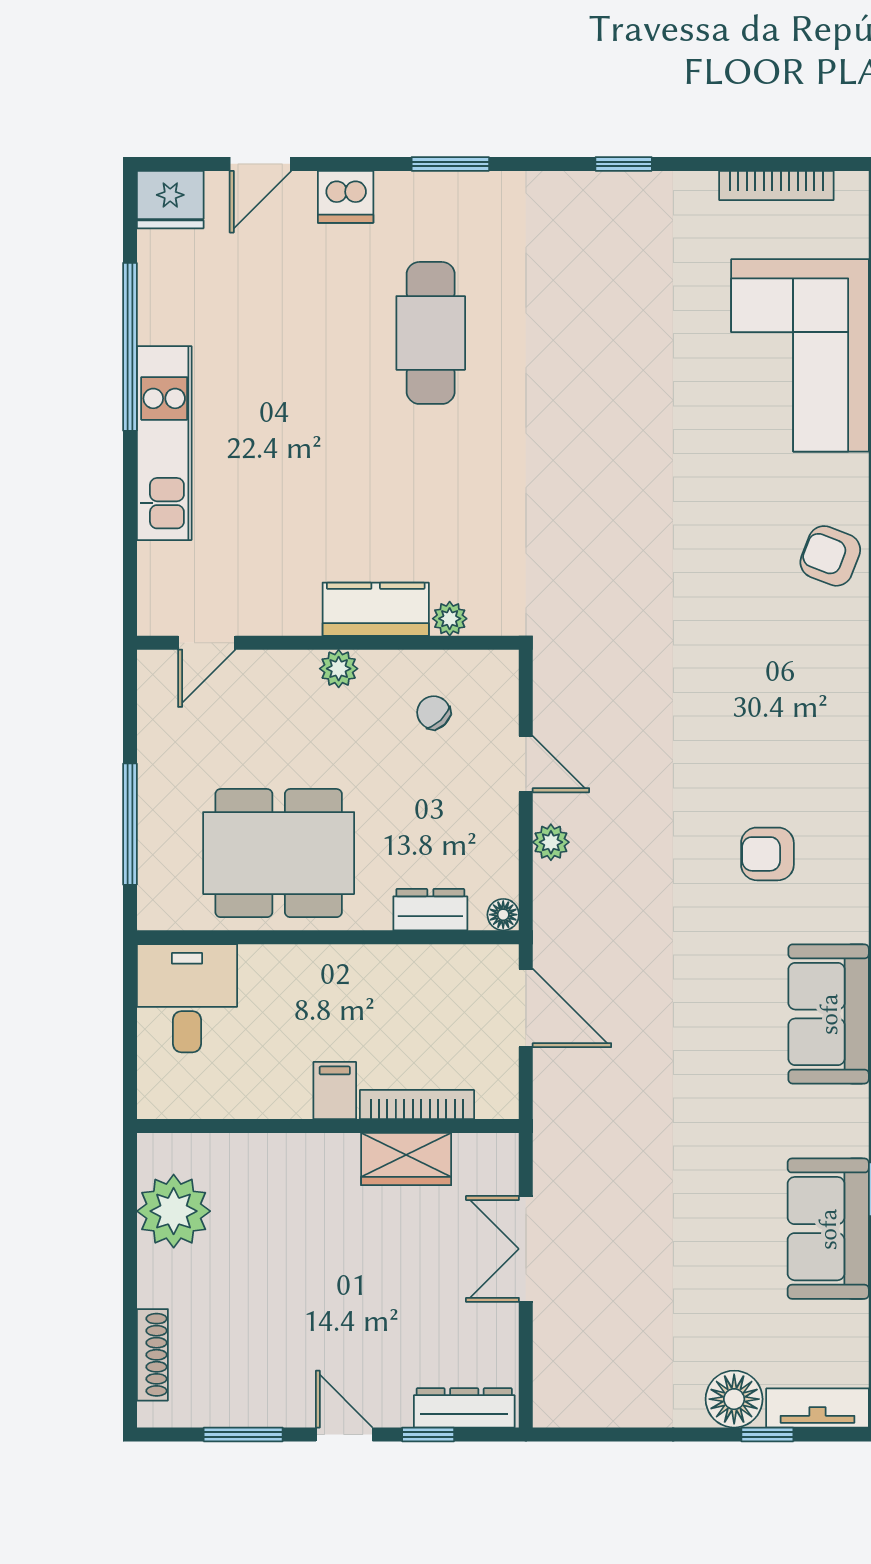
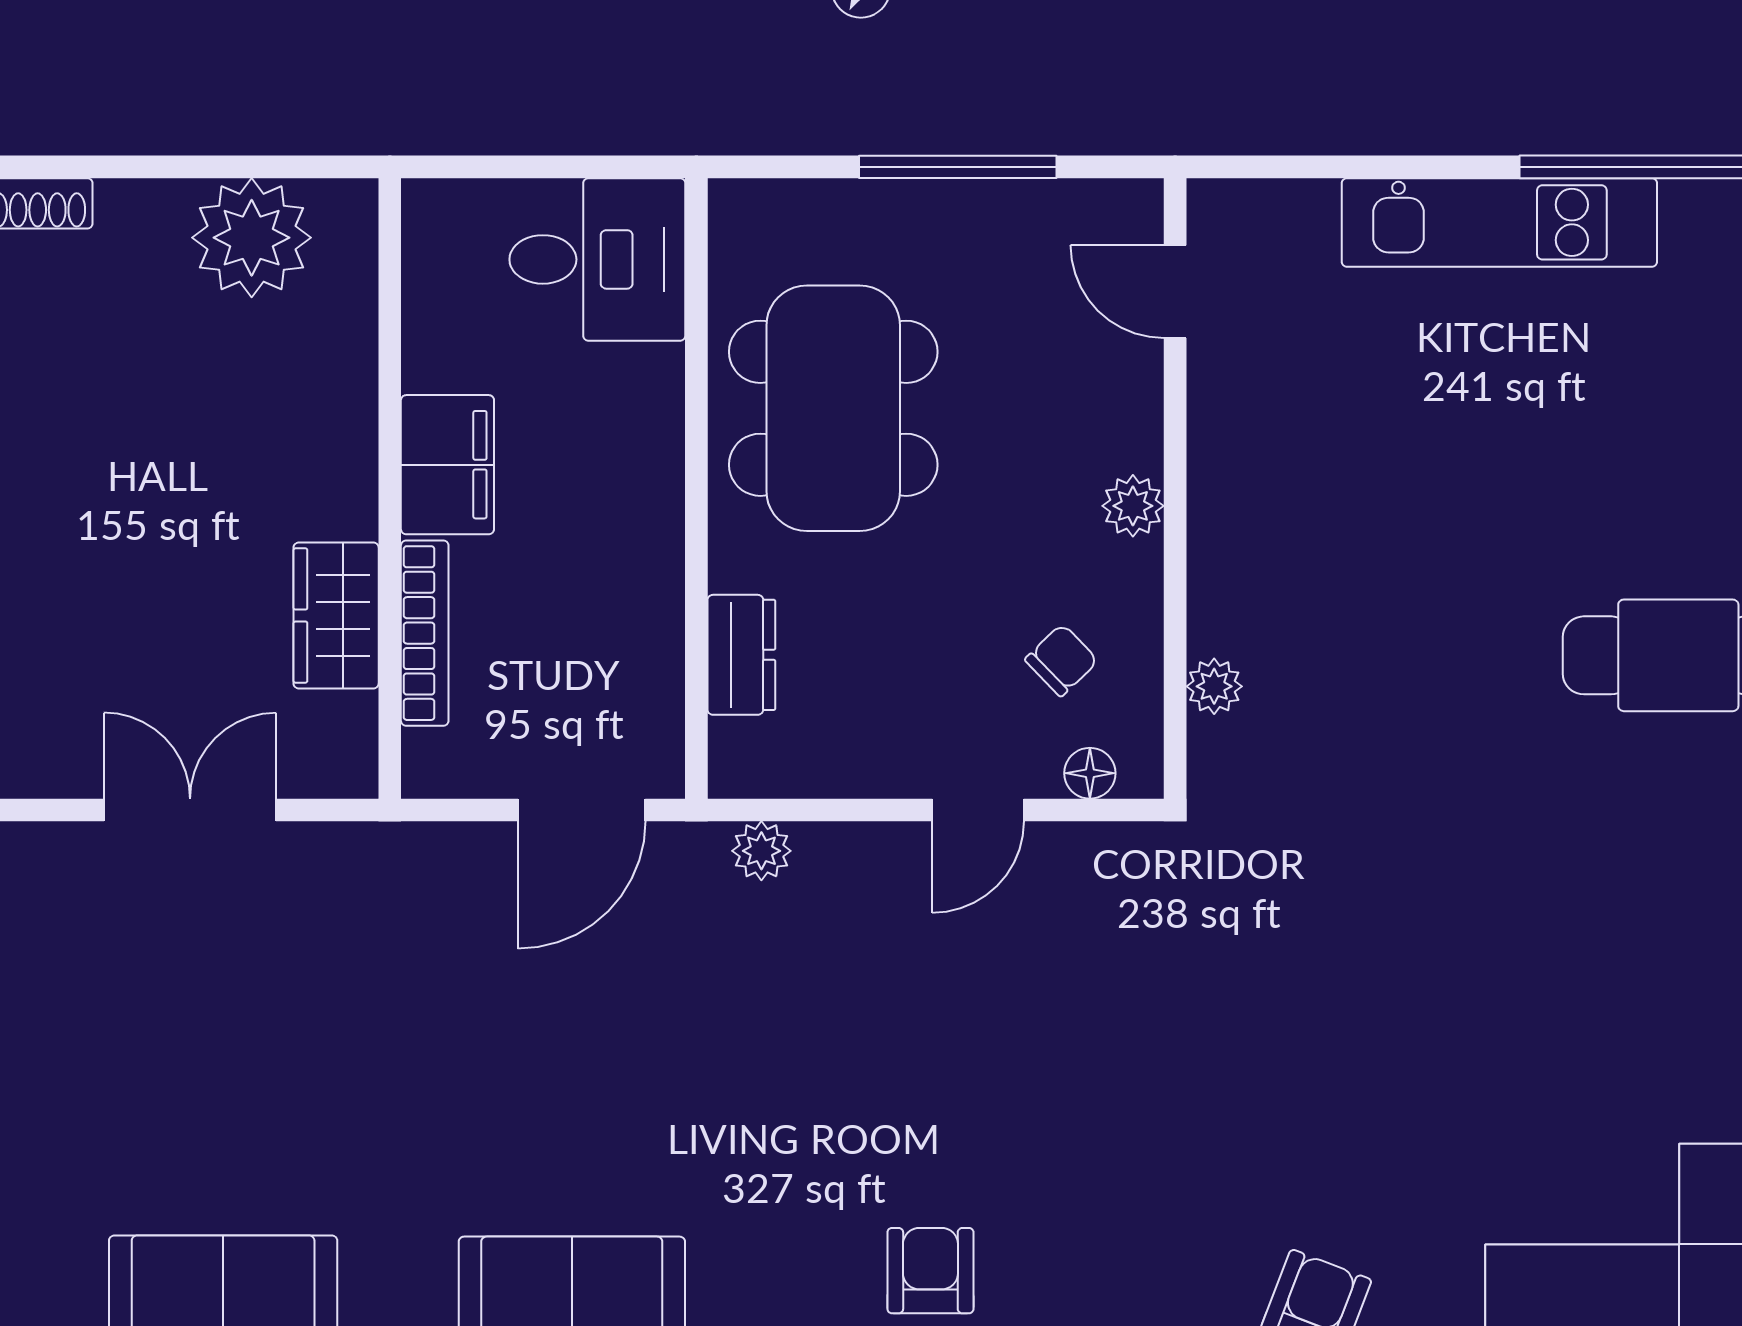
kitchen counter: (376, 609) -> (1229, 566), removed
window: (130, 824) -> (958, 167), moved
plant: (551, 842) -> (761, 851), moved
armchair: (767, 854) -> (930, 1271), moved
floor lamp: (503, 915) -> (1090, 773), moved
filing cabinet: (335, 1091) -> (447, 465), width x2.00

